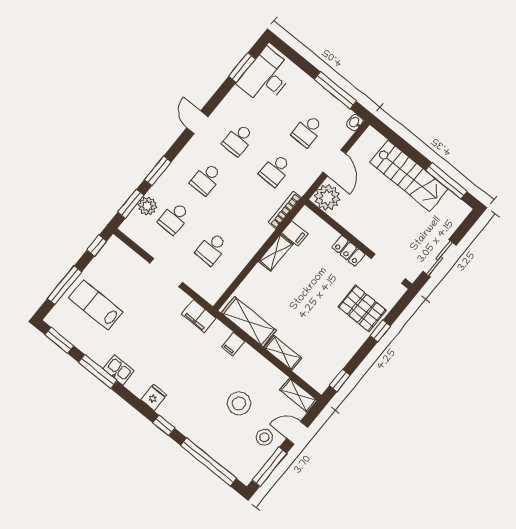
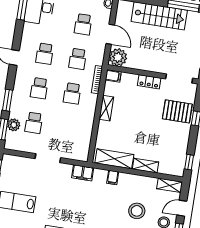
filing cabinet: (295, 233) -> (113, 76), moved
school desk: (212, 249) -> (72, 93), moved

